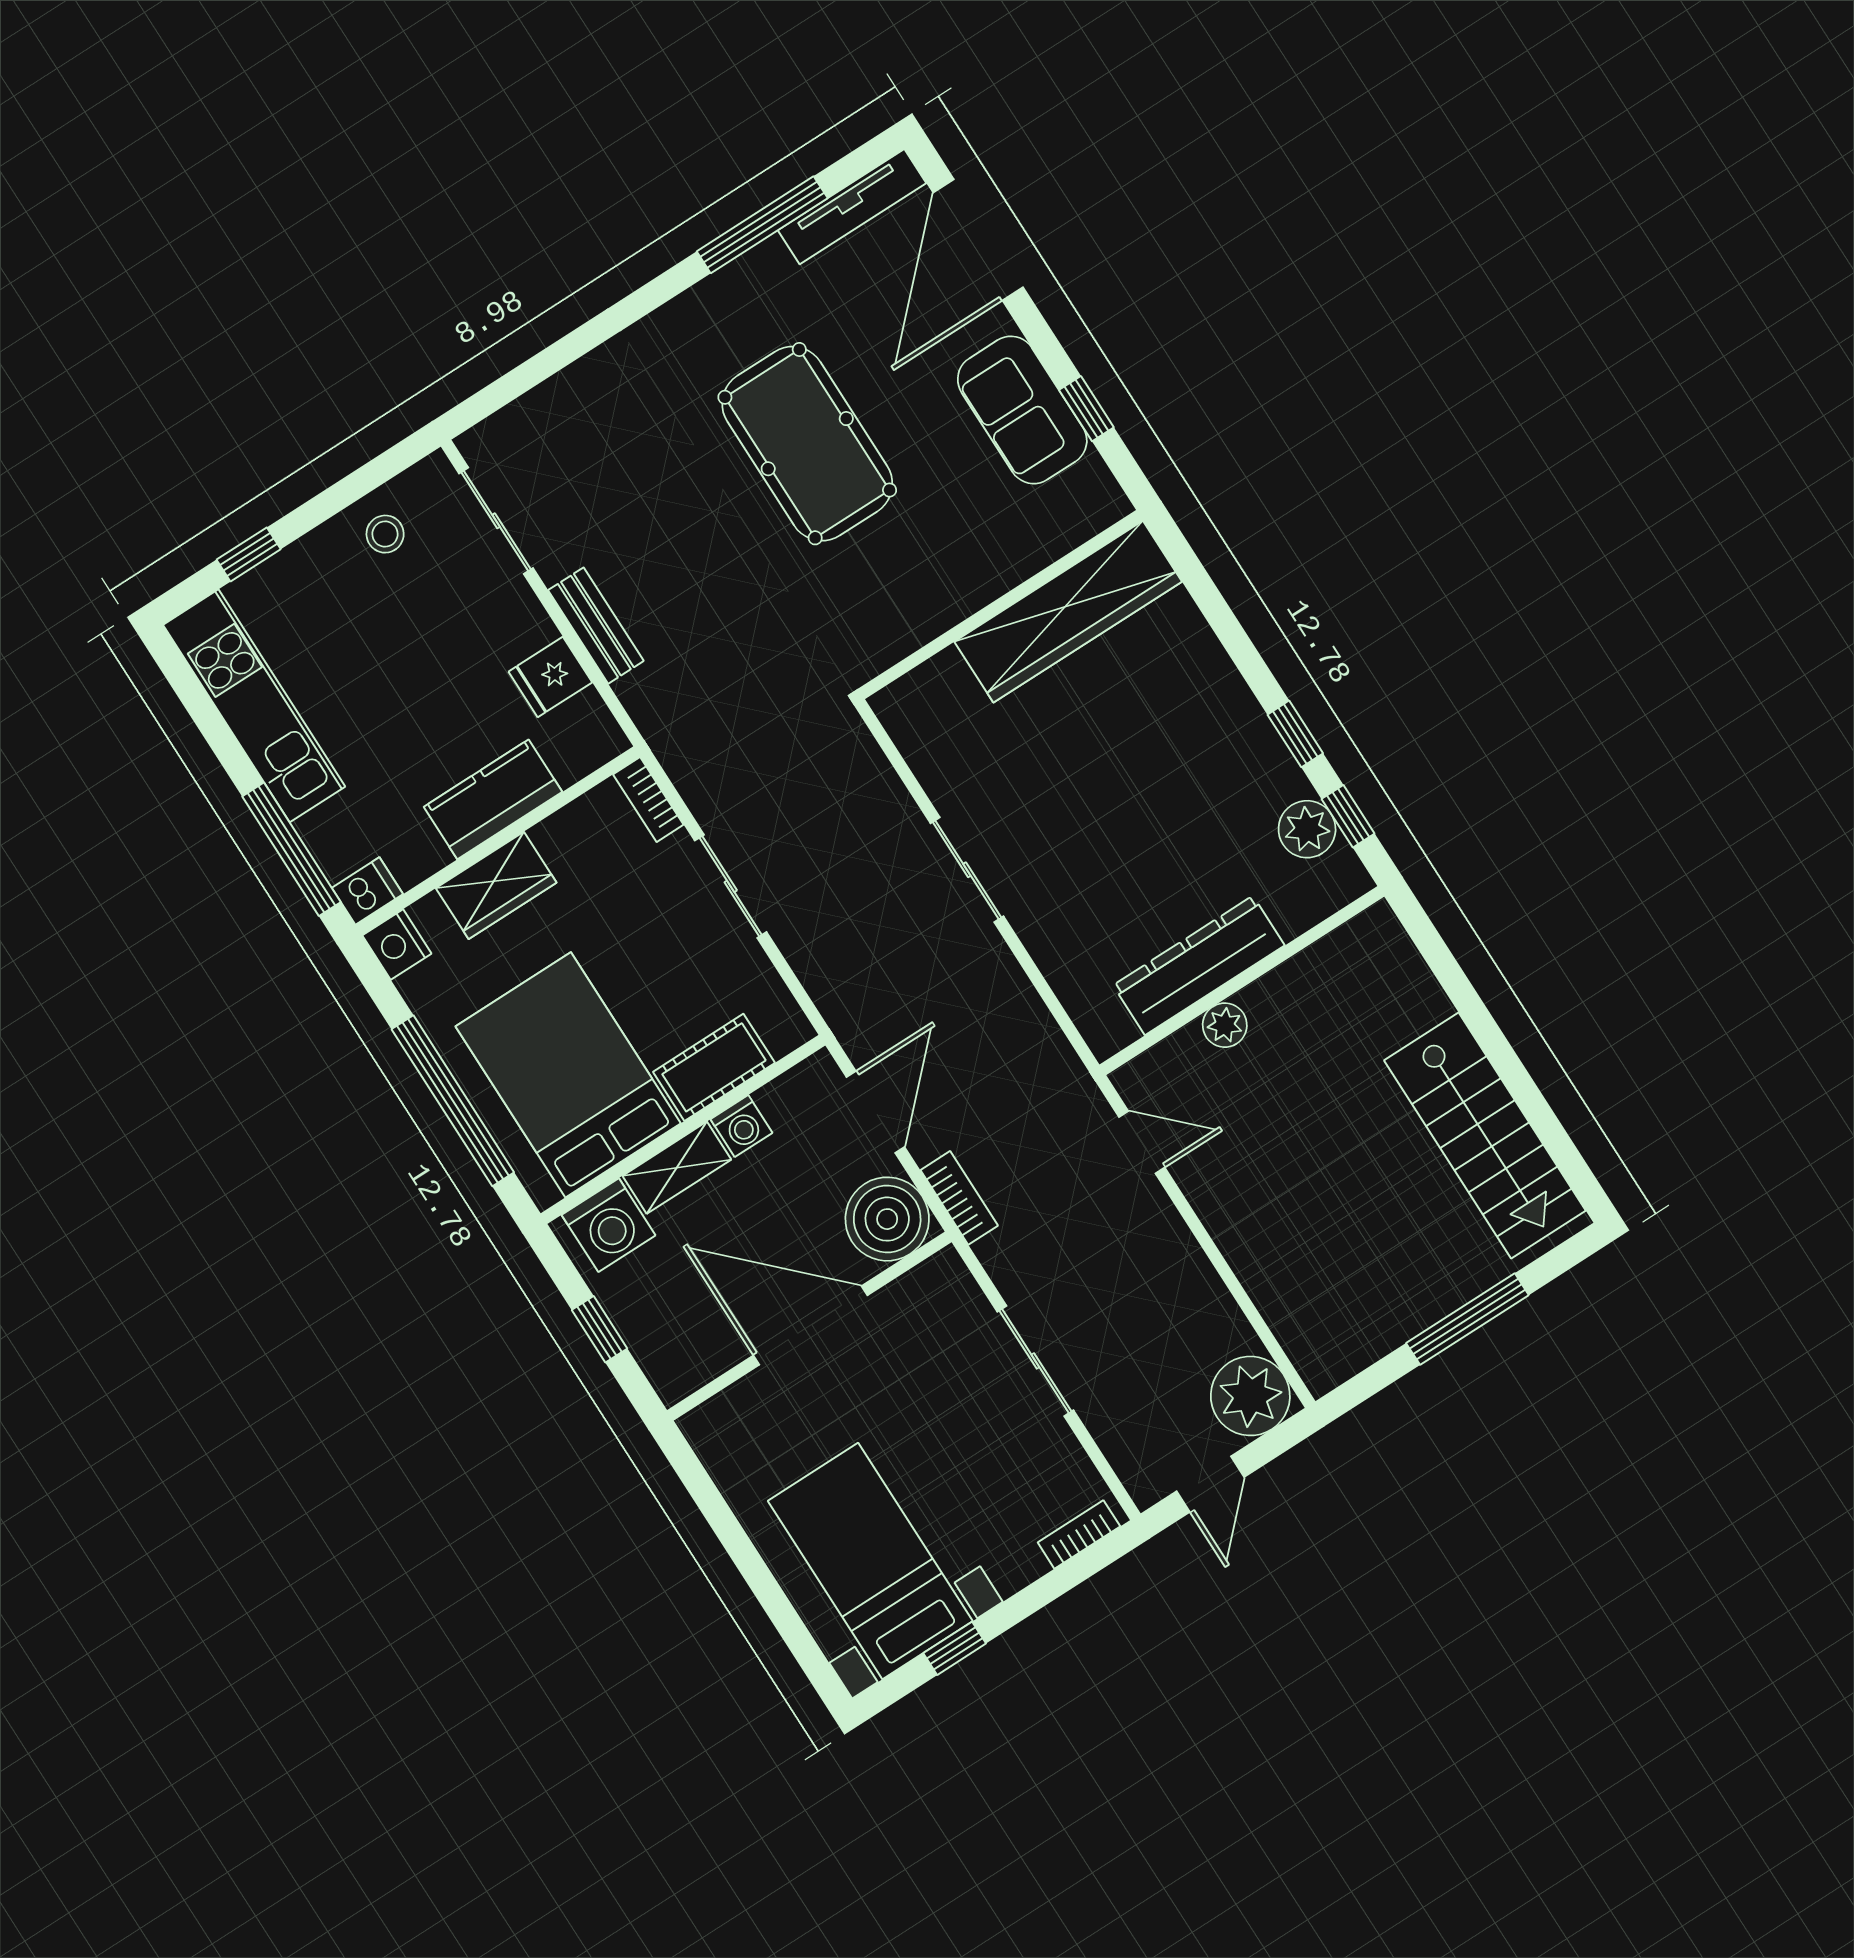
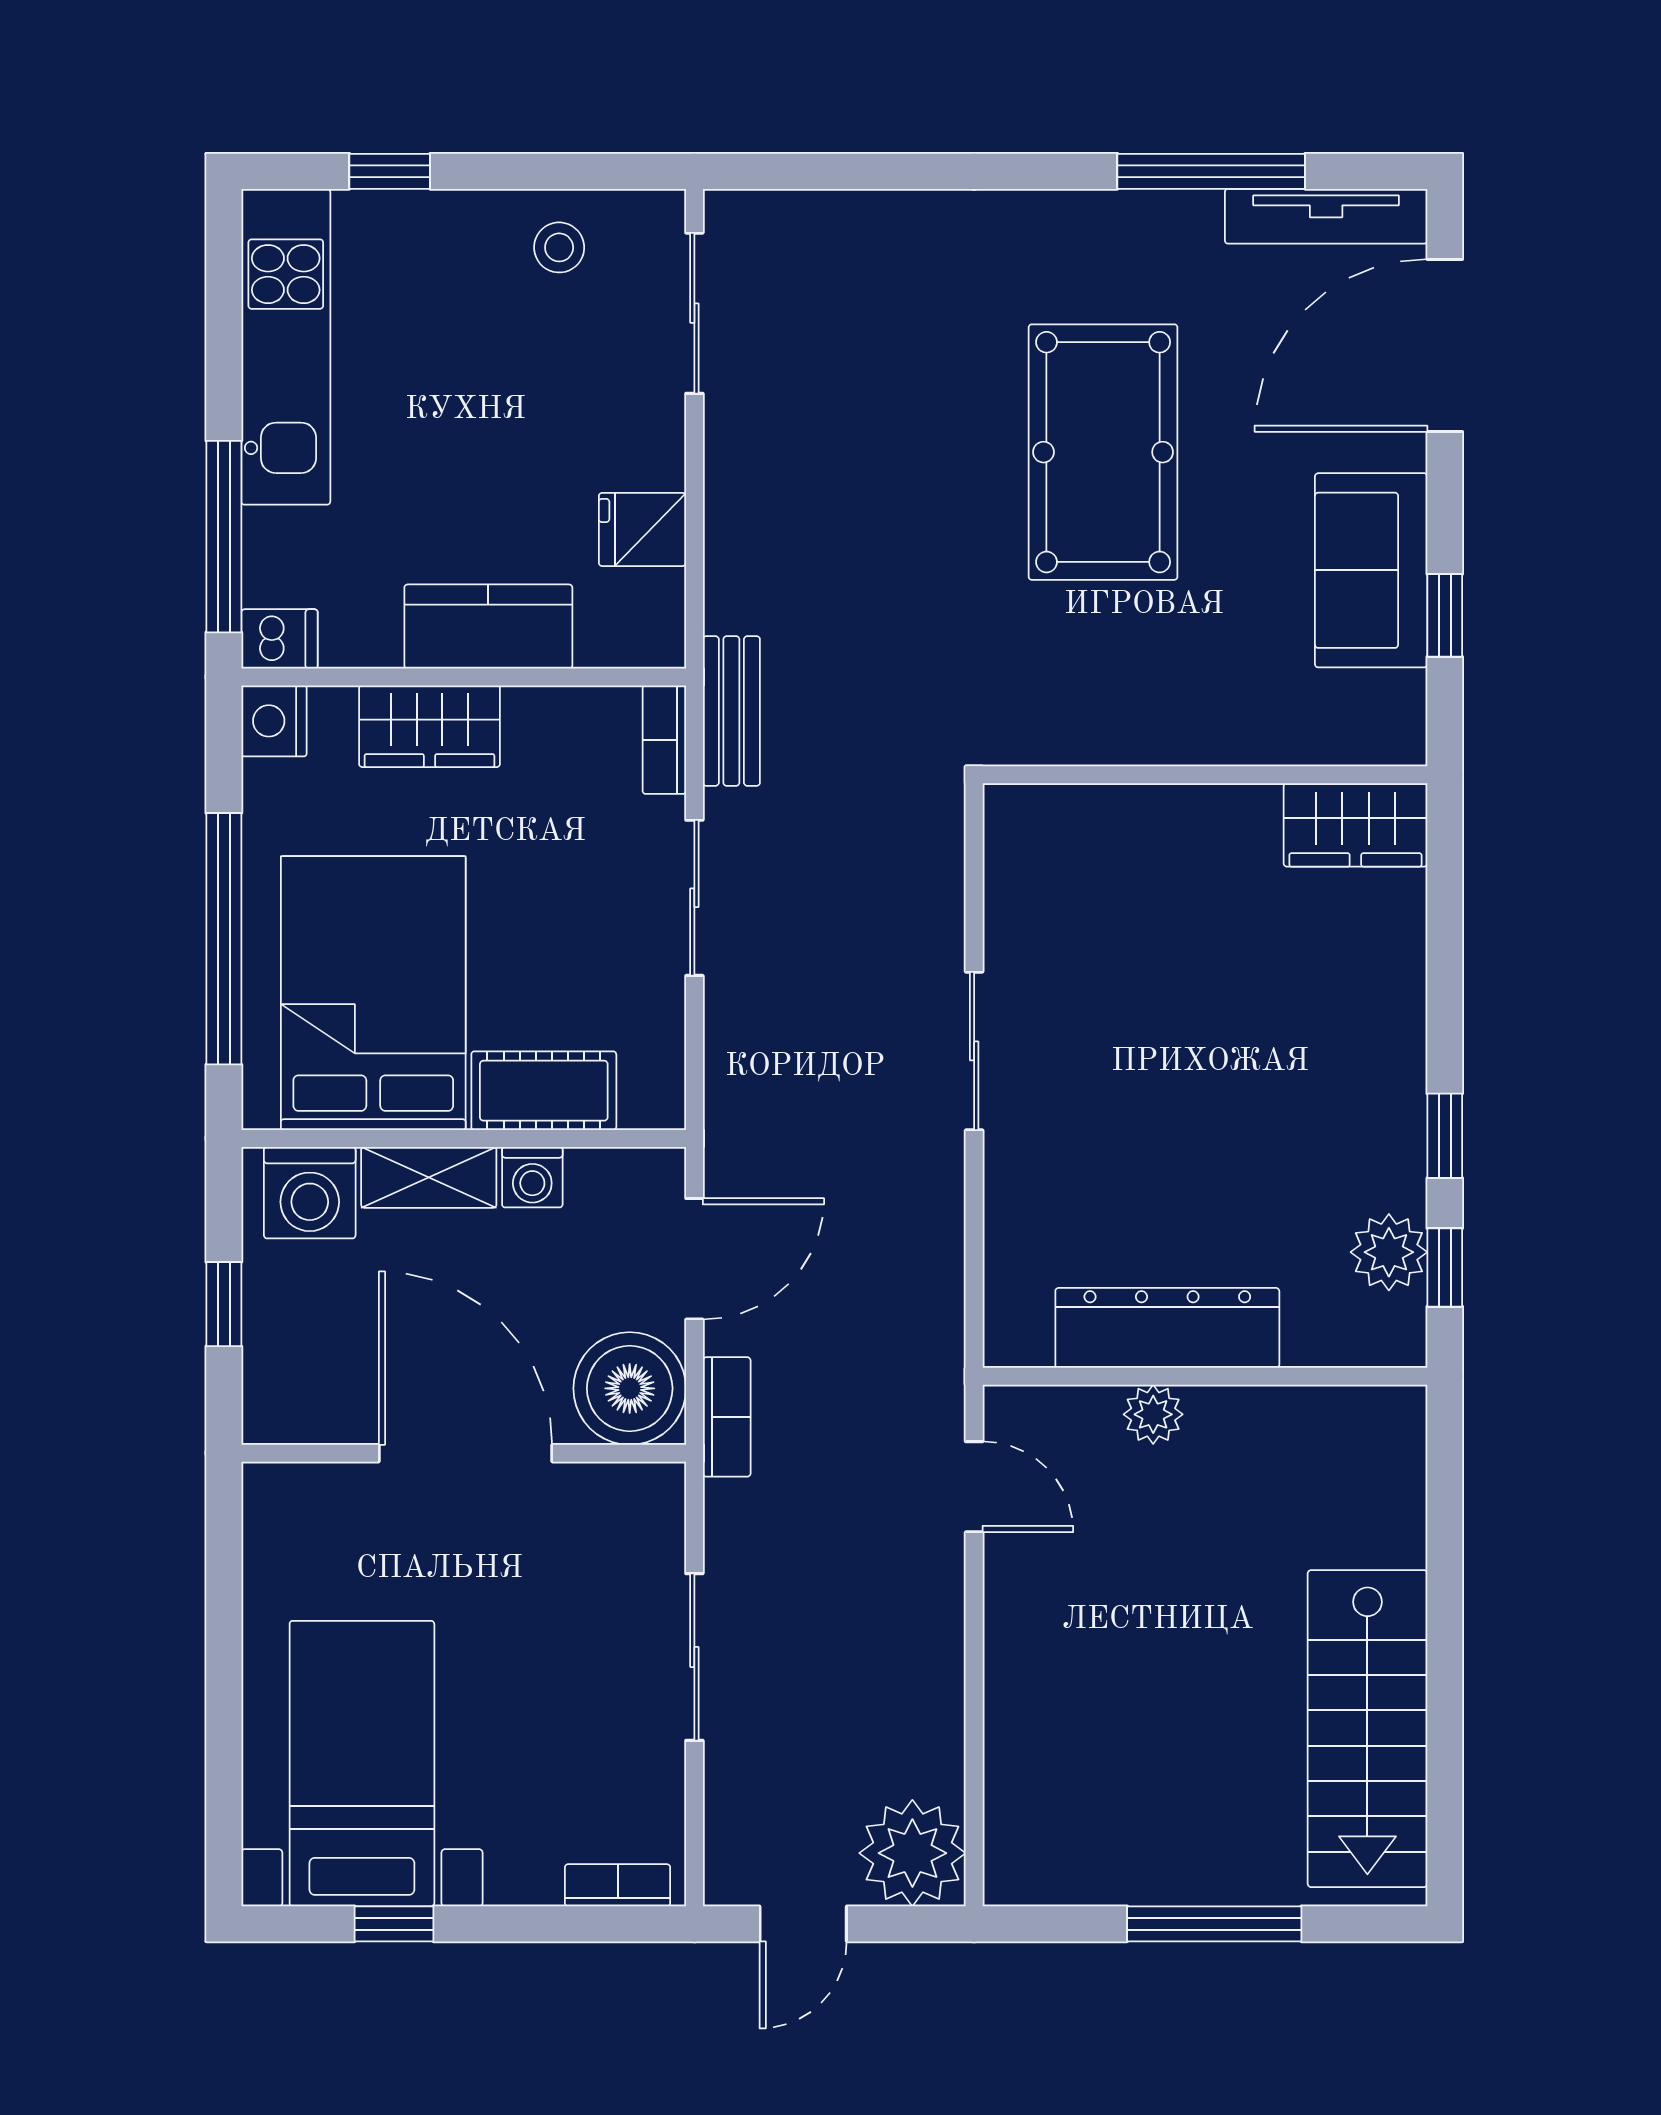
wardrobe: (1068, 612) -> (1355, 825), width x0.48, depth x0.85
bench: (596, 626) -> (731, 711), moved

